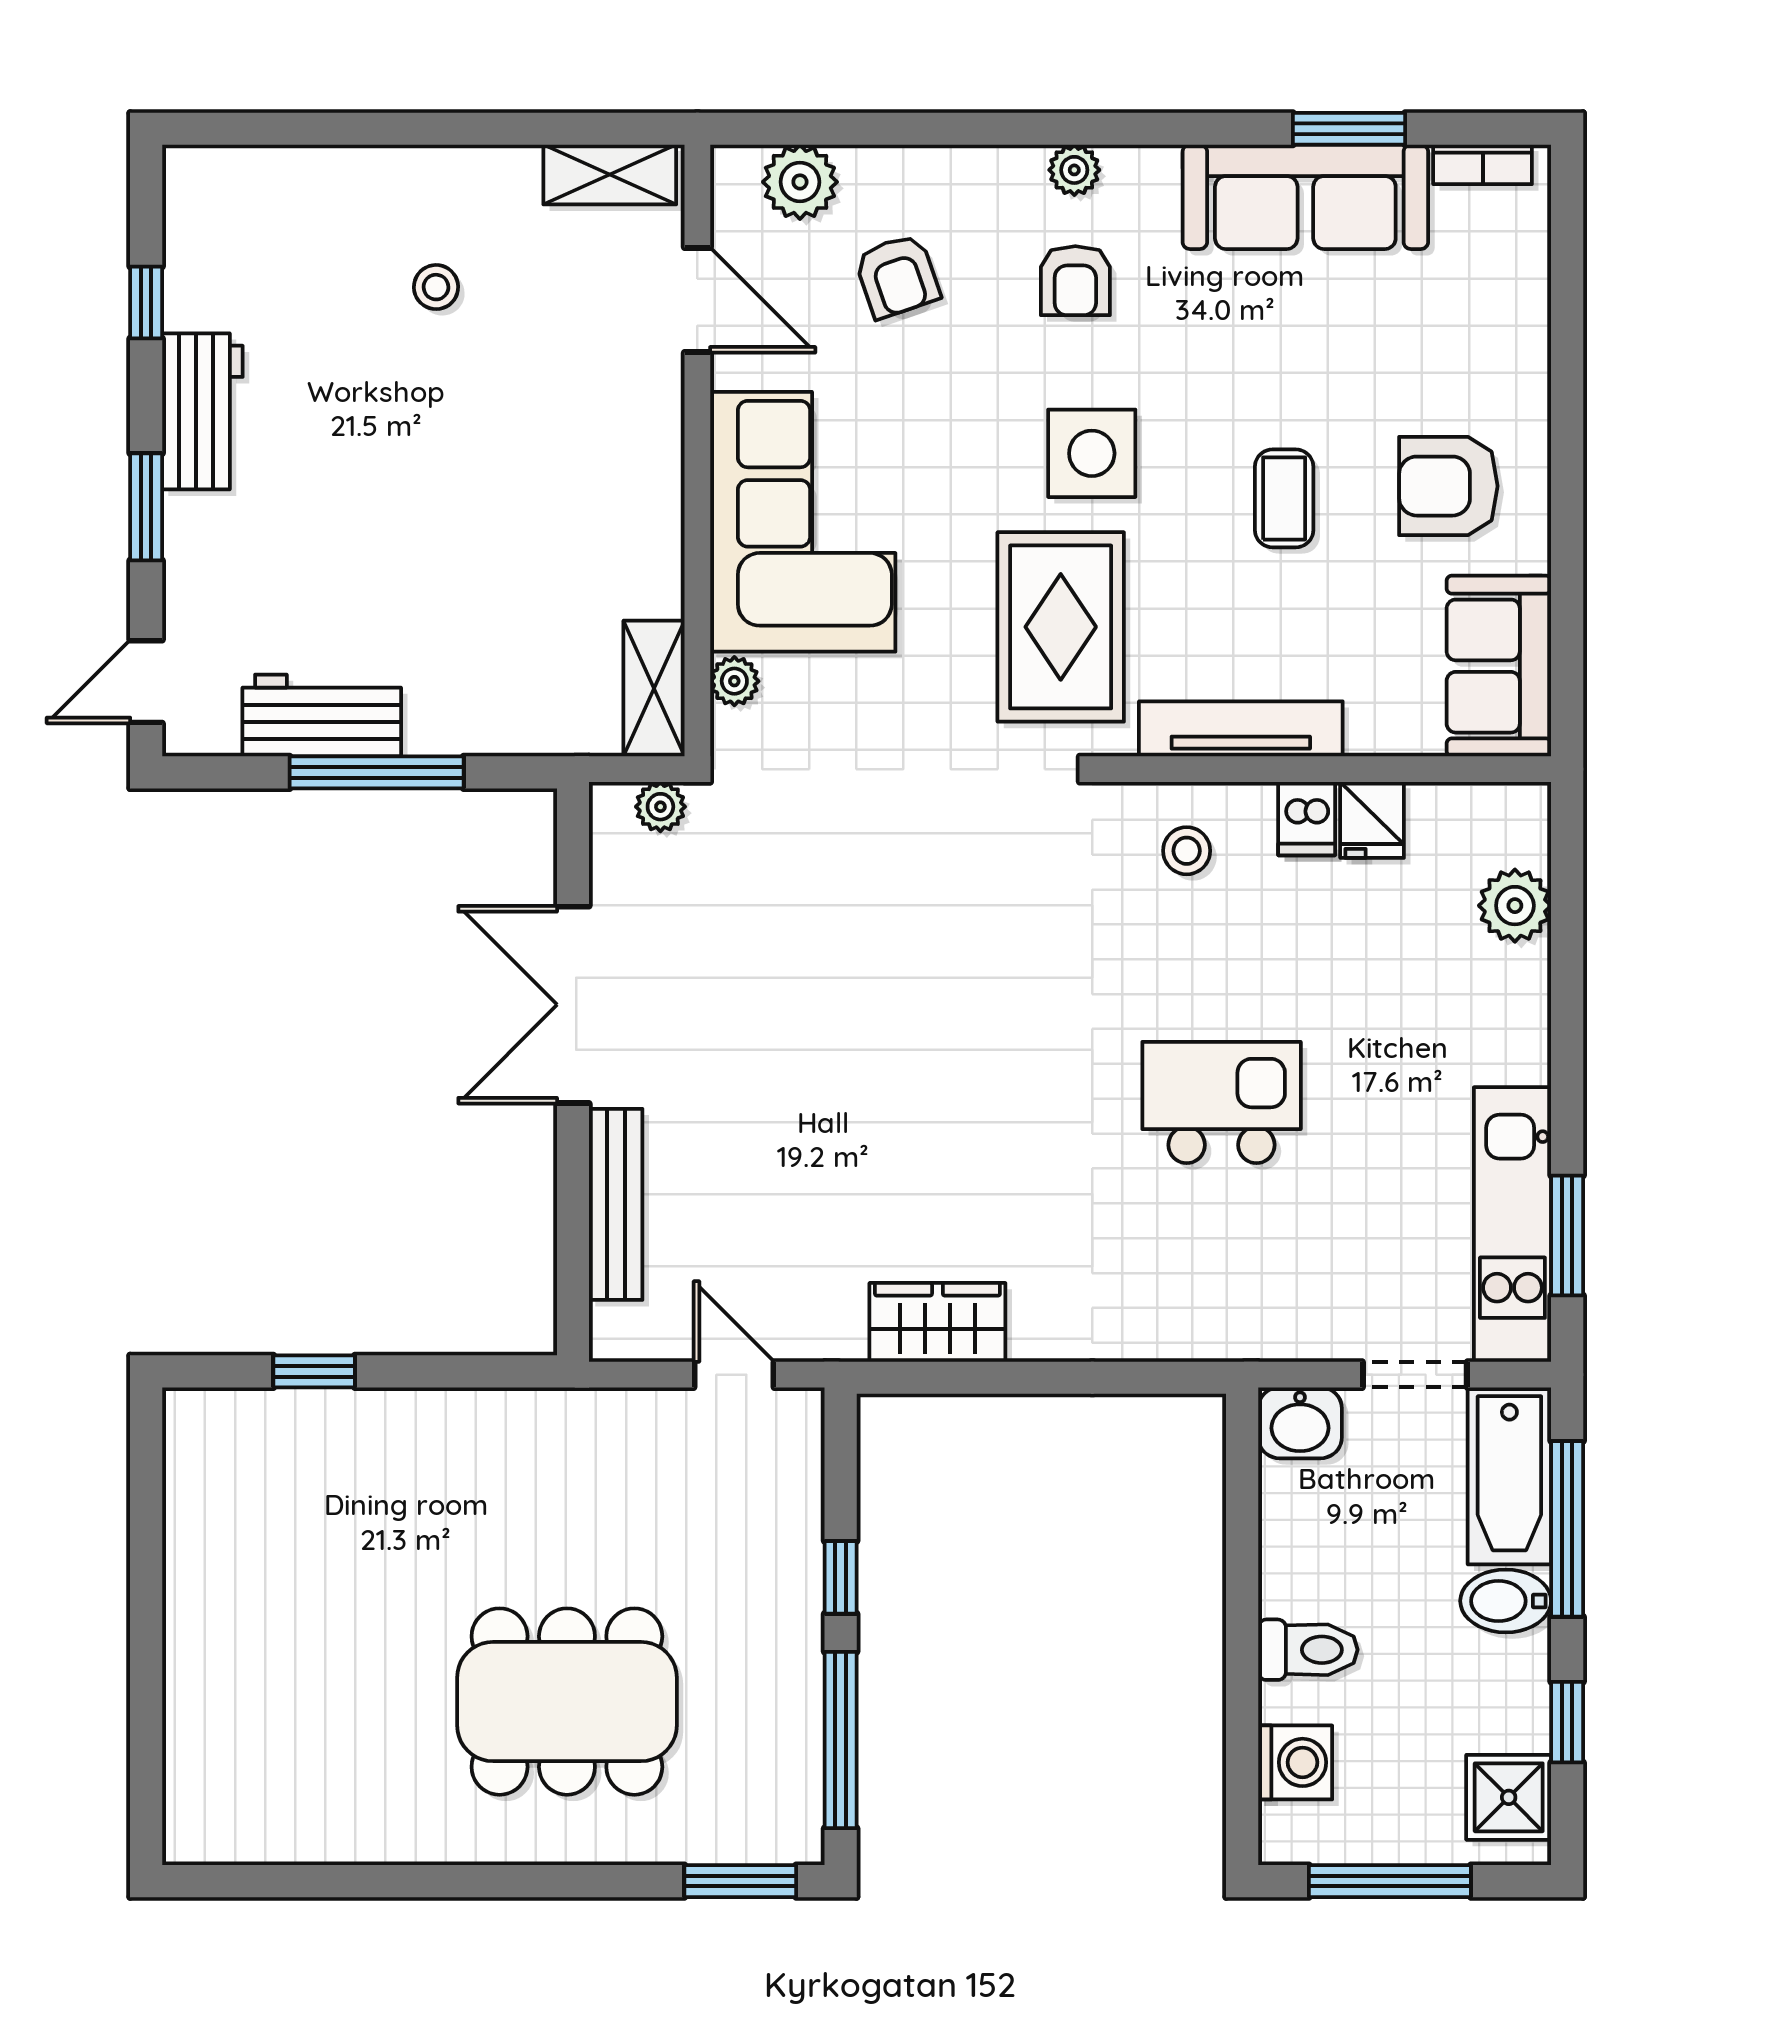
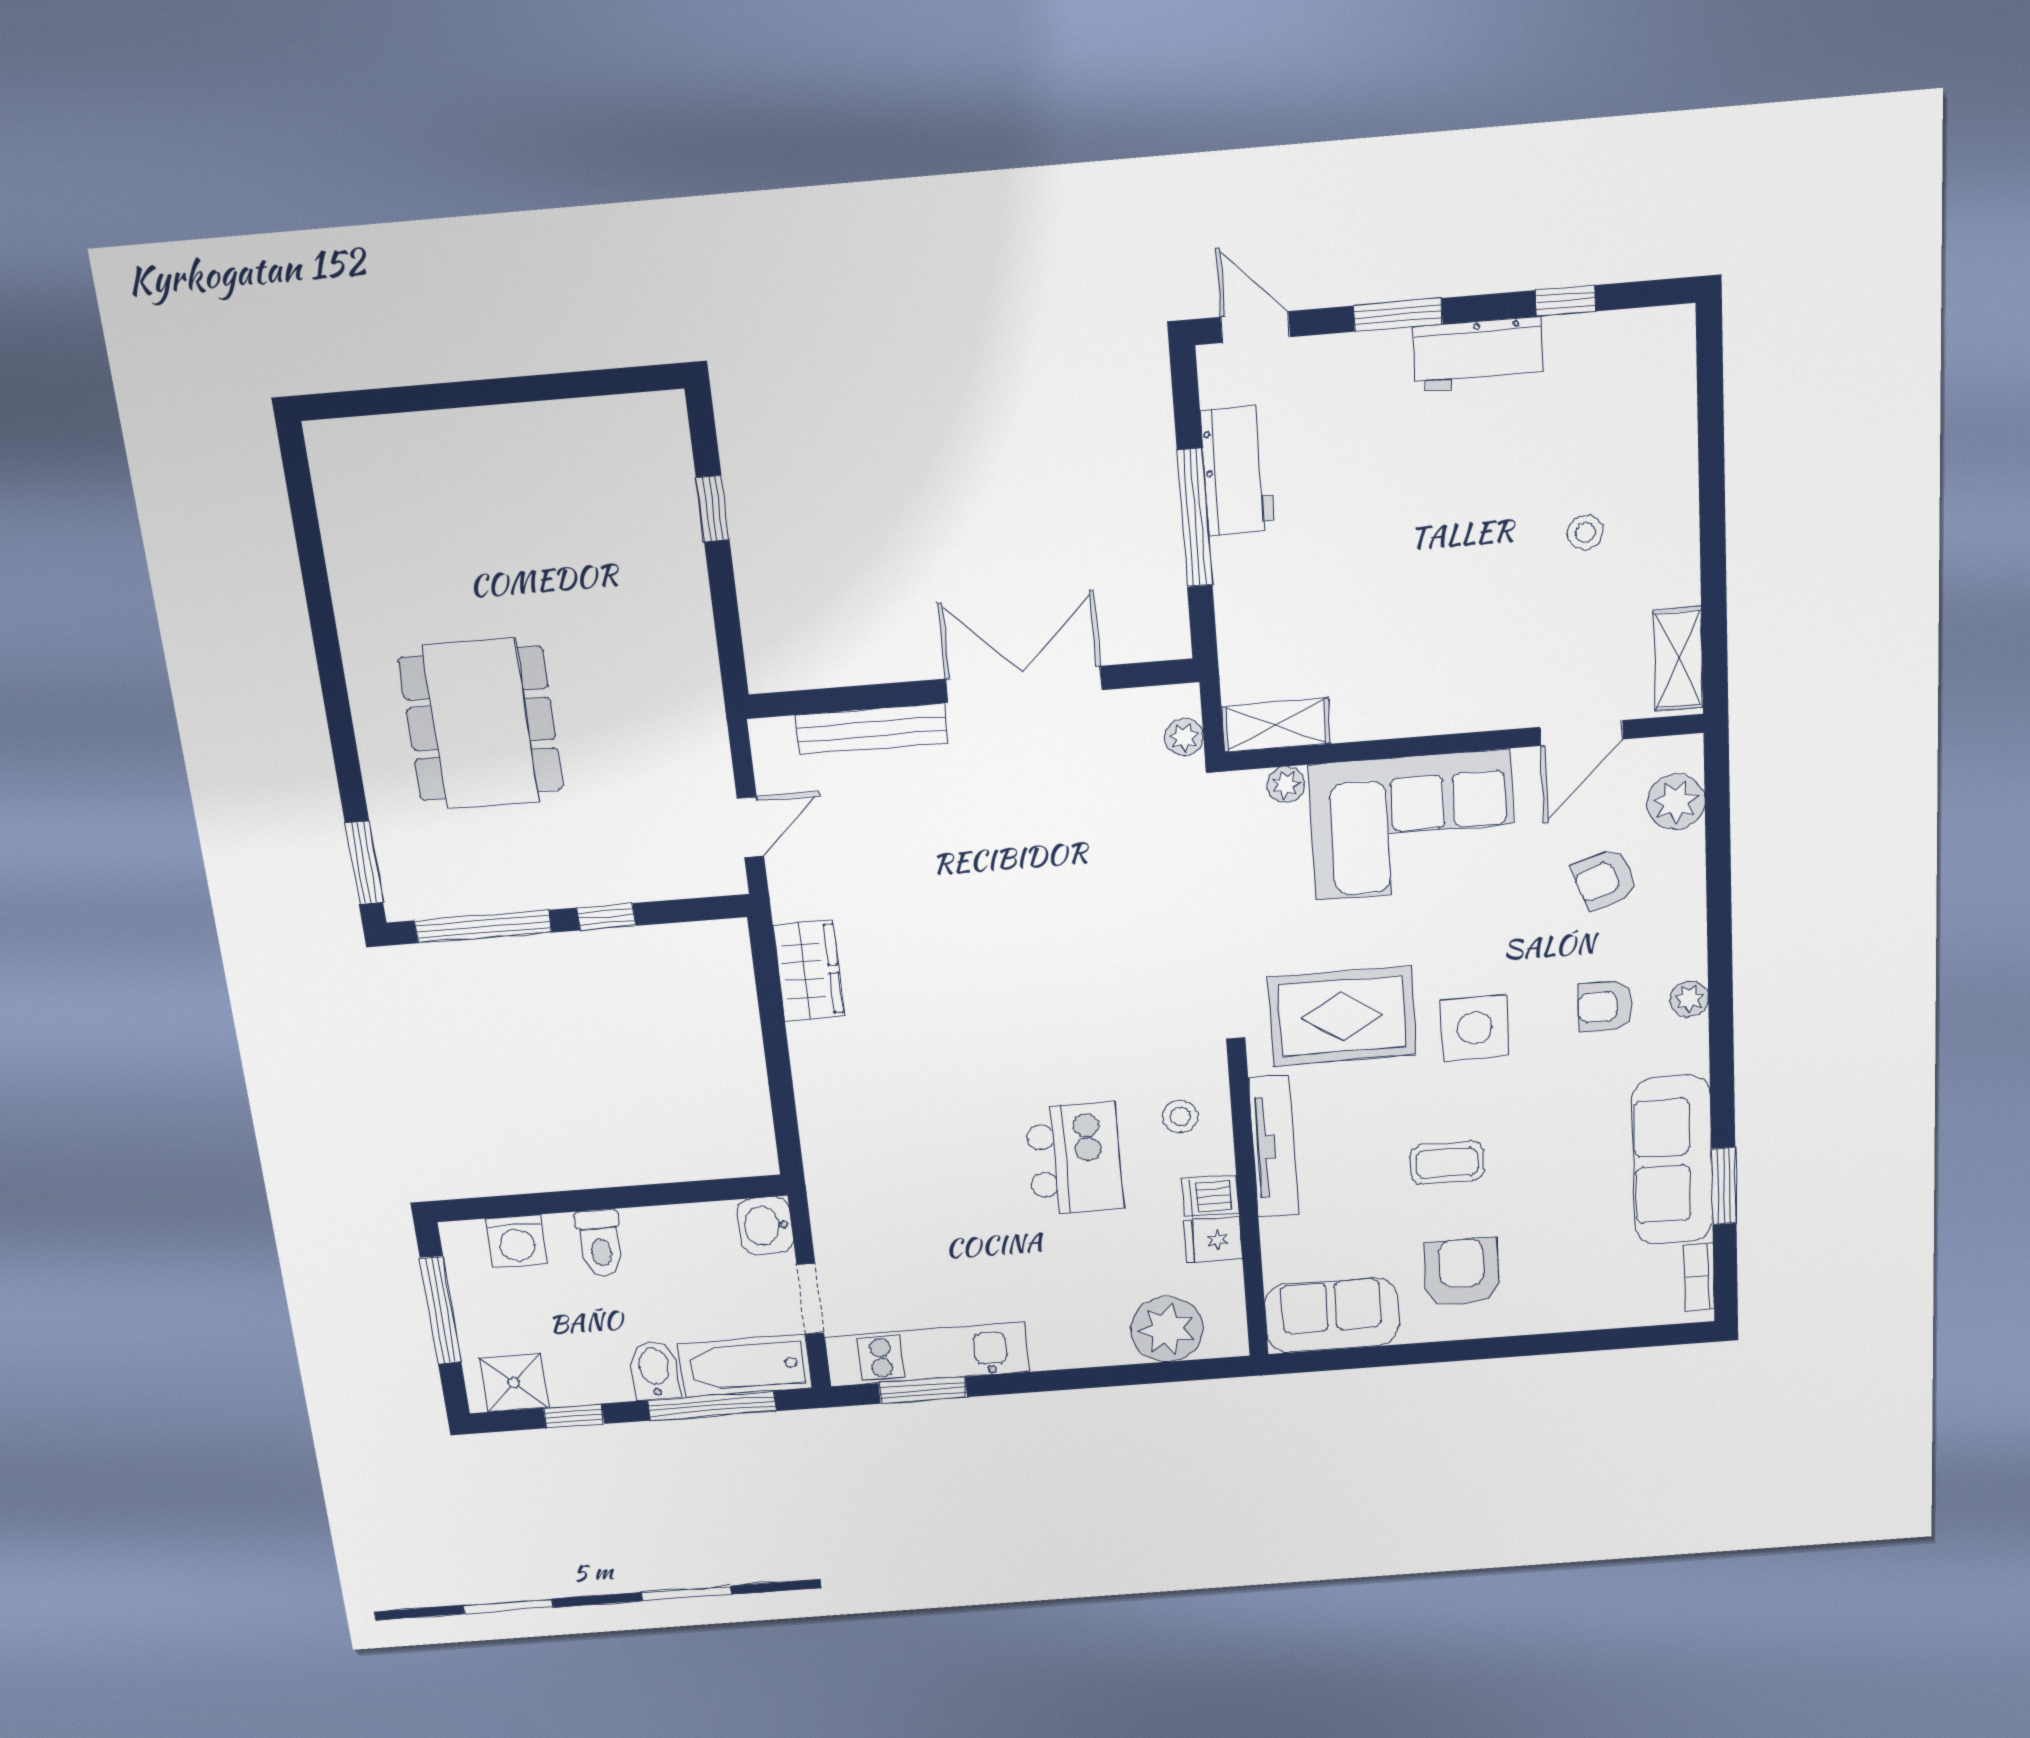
plant: (1515, 906) -> (1167, 1329), width x1.36, depth x1.36
kitchen island: (1222, 1102) -> (1074, 1159), moved

